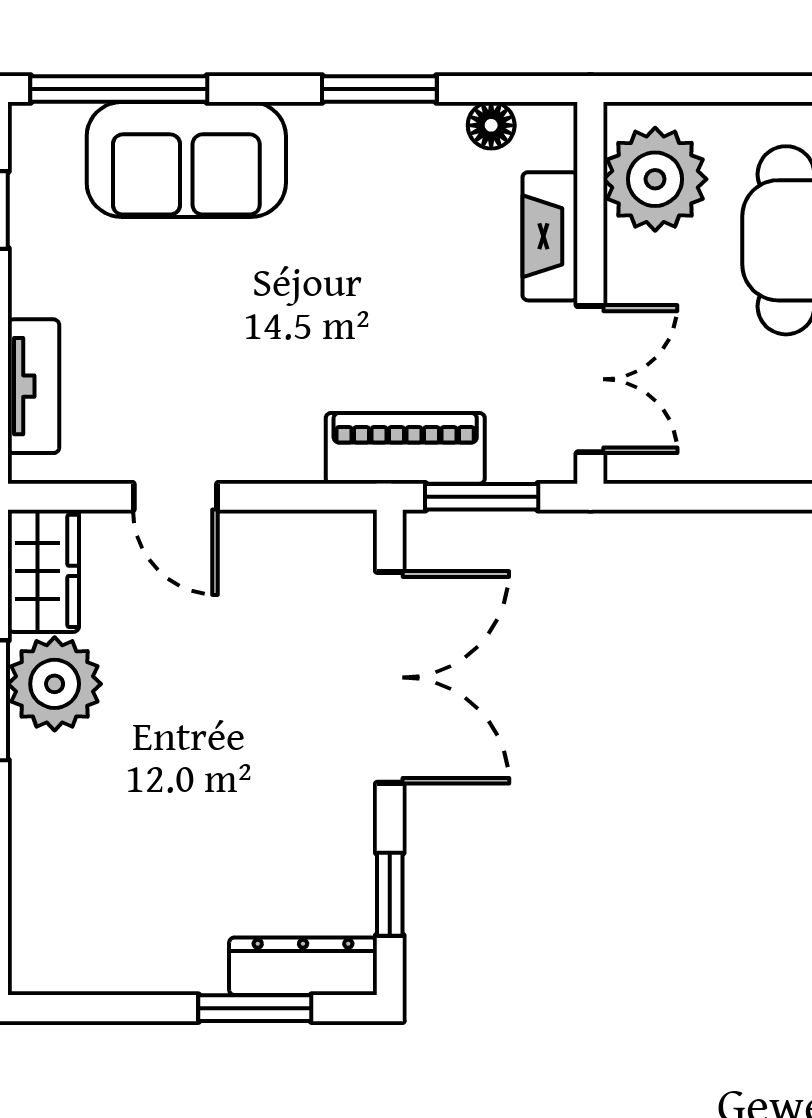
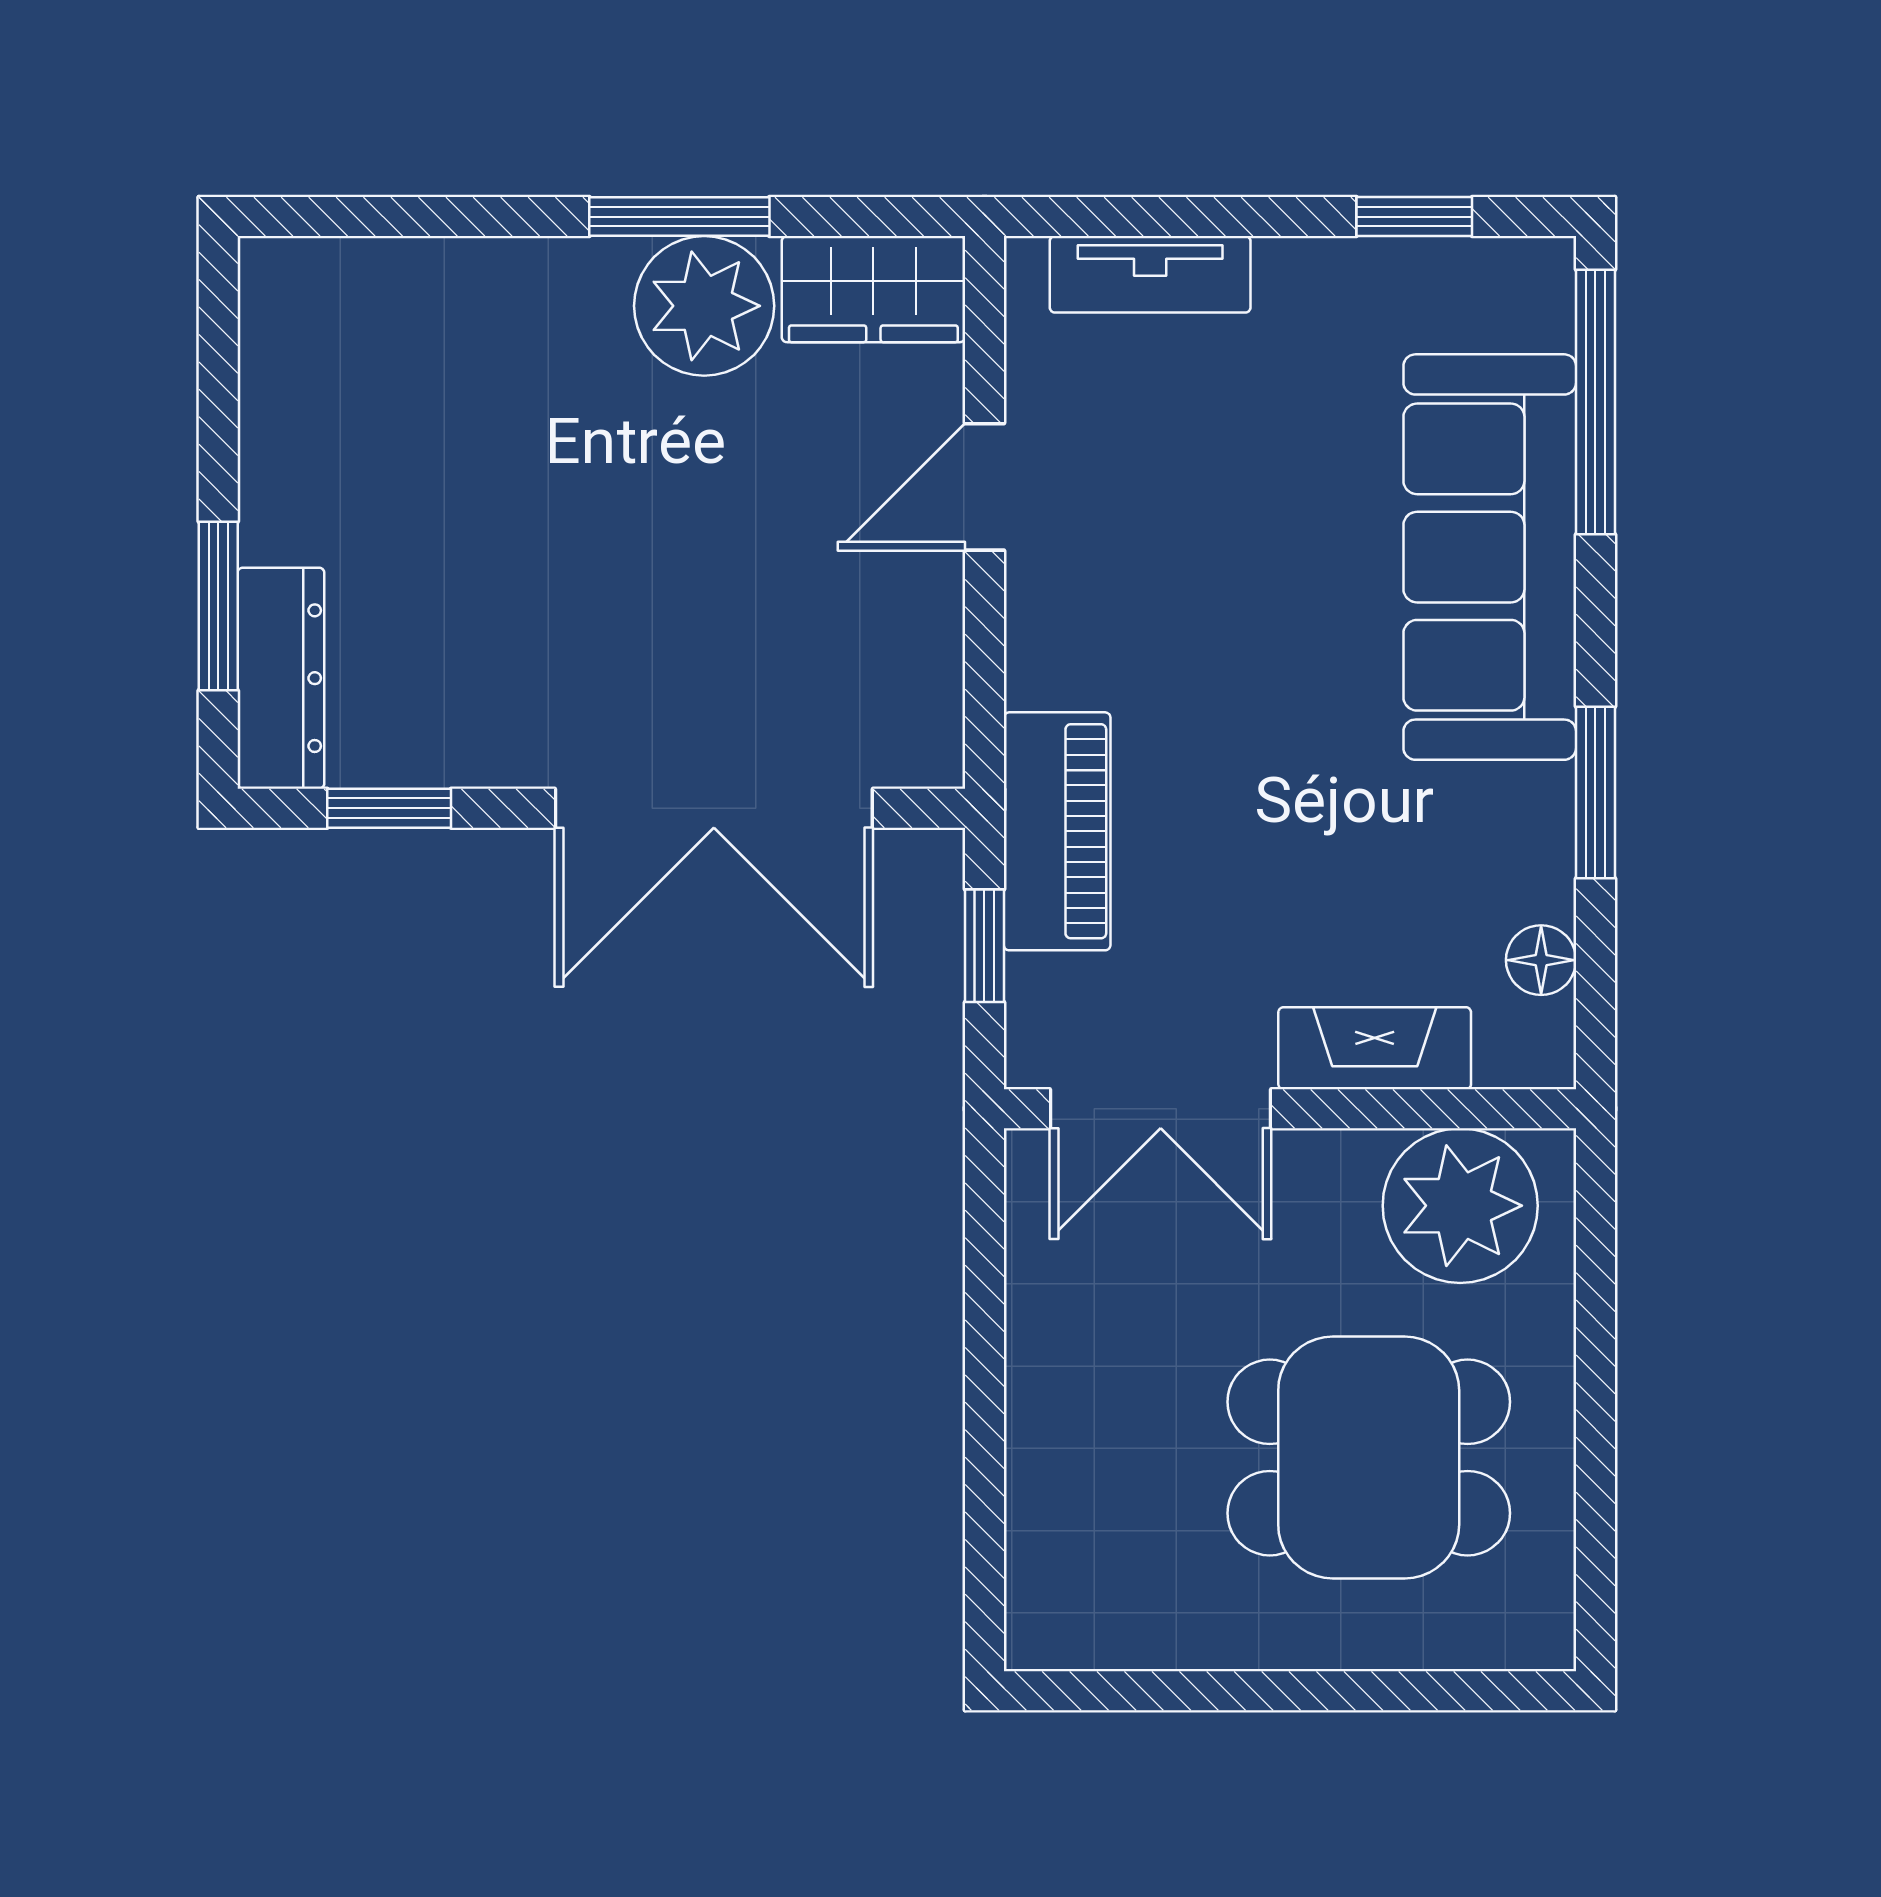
sofa: (186, 159) -> (1490, 557), width x1.36
window: (482, 497) -> (984, 946), width x0.67

